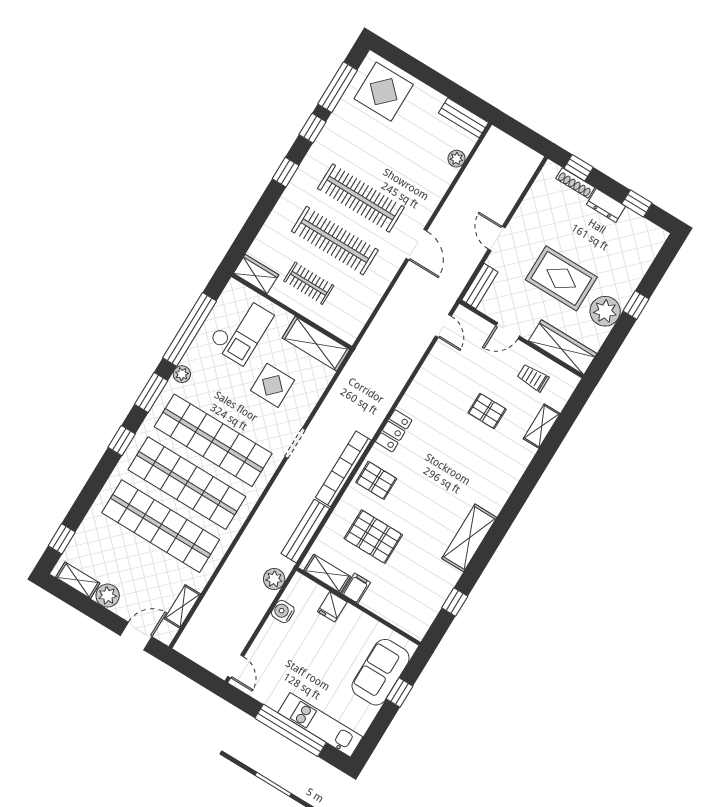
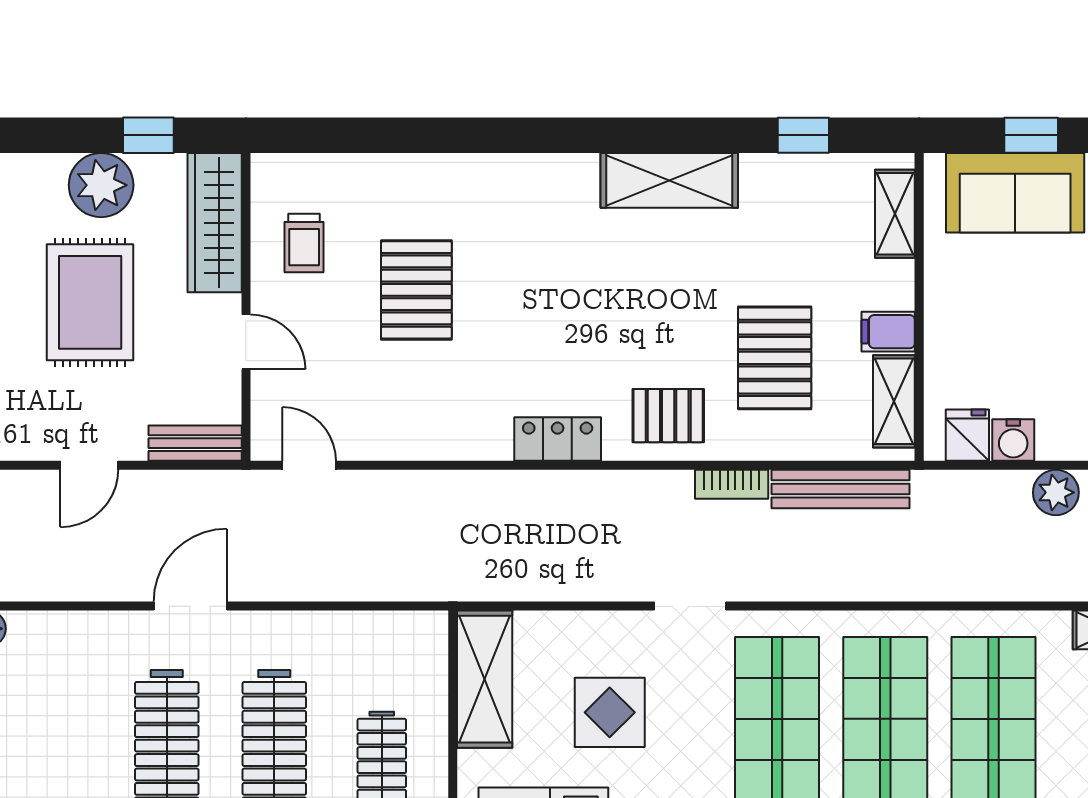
window: (636, 305) -> (148, 135), moved
door: (443, 326) -> (309, 465), hinge flipped
pallet: (487, 411) -> (416, 290), width x1.50, depth x1.42
shelving: (542, 426) -> (895, 214), moved, turned 90
bookcase: (343, 469) -> (732, 484), width x0.43, depth x0.76
pallet: (376, 480) -> (668, 416), turned 90
plant: (274, 579) -> (1056, 492), moved
fridge: (332, 607) -> (967, 435), moved, turned -90

